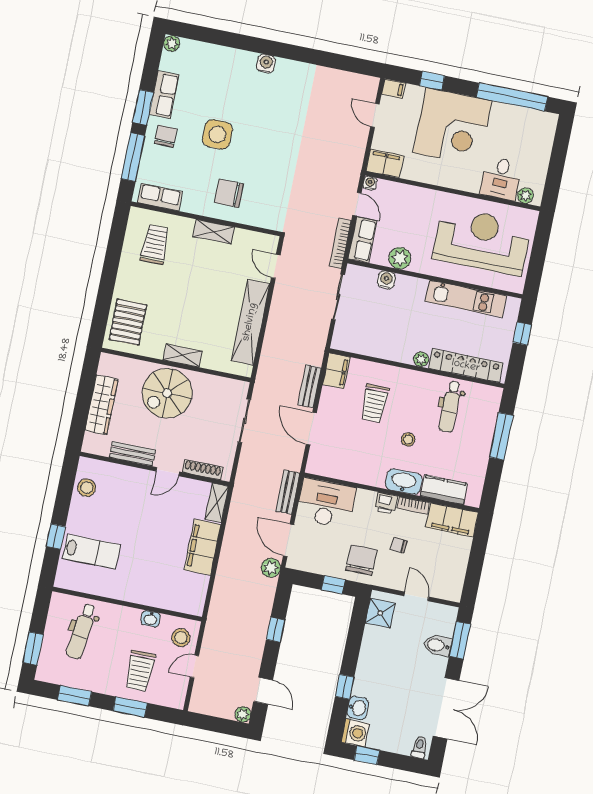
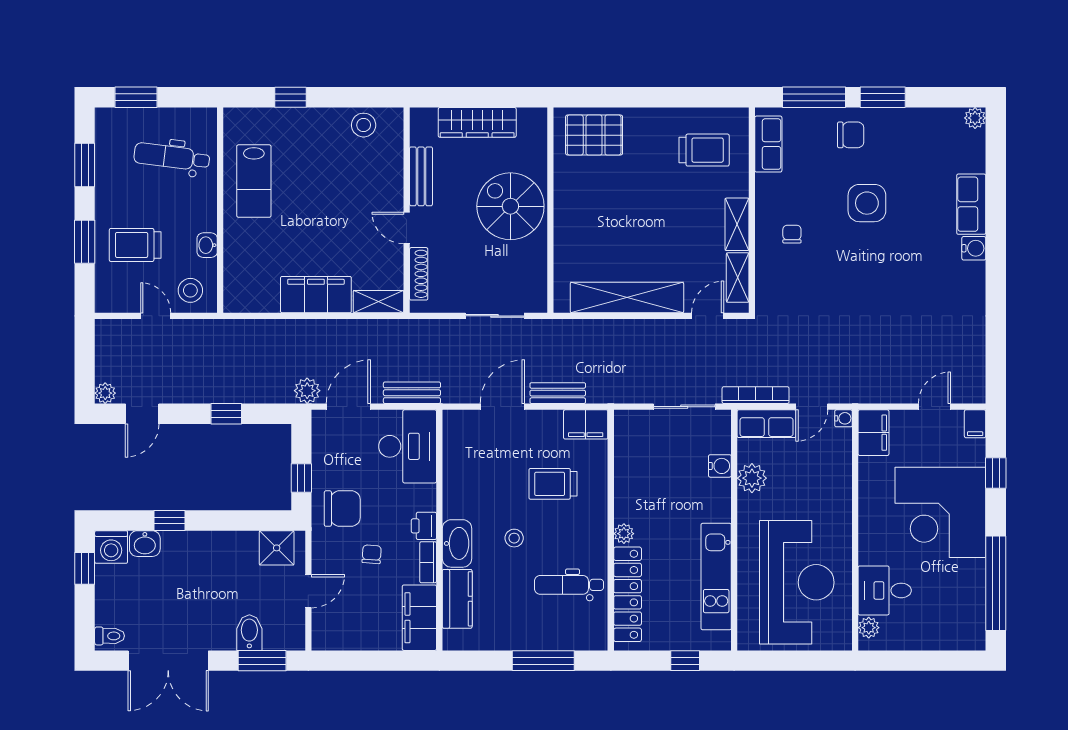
row of seats: (164, 95) -> (971, 204), moved, turned 90
chair: (229, 193) -> (792, 234), width x0.54, depth x0.54
shelving: (182, 356) -> (738, 278), moved
lab bench: (91, 552) -> (254, 181), moved

